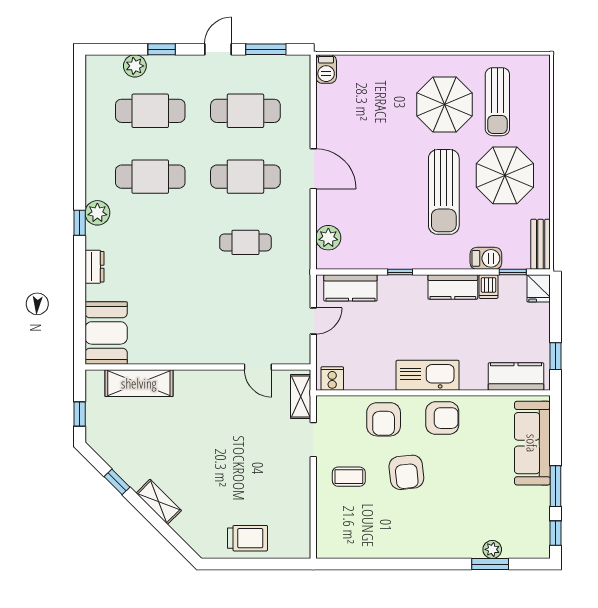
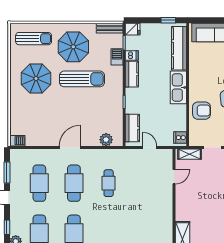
sun lounger: (497, 102) -> (34, 39), moved
kitchen counter: (516, 376) -> (179, 48), width x1.50
armchair: (442, 418) -> (201, 80), removed

